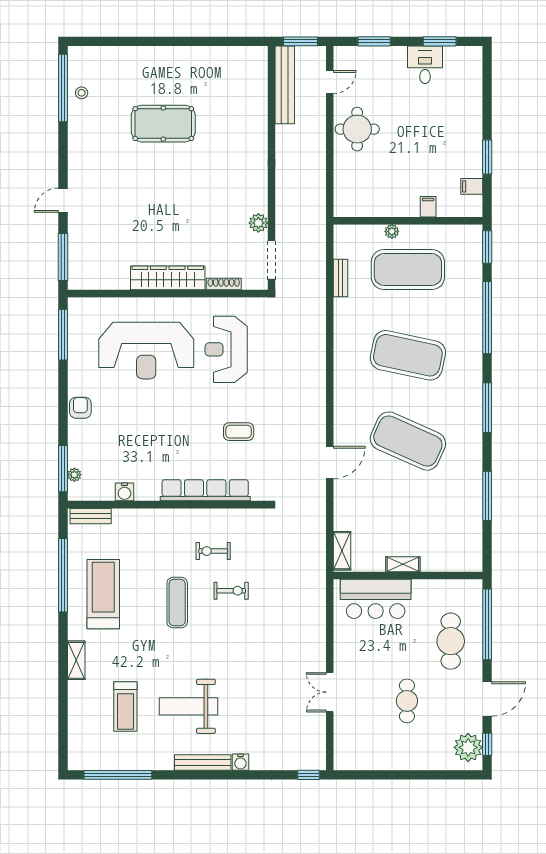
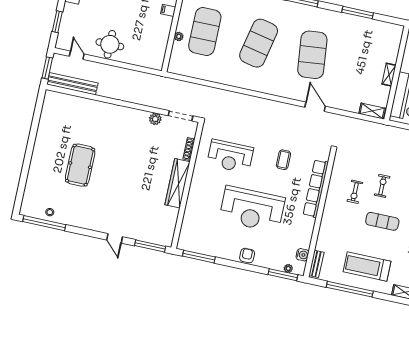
bench: (340, 278) -> (201, 75), removed
reception desk: (146, 351) -> (252, 209), moved, turned 90
armchair: (80, 408) -> (247, 256), turned 90
exercise mat: (408, 441) -> (312, 55), turned -30
water cooler: (124, 492) -> (302, 255), moved

